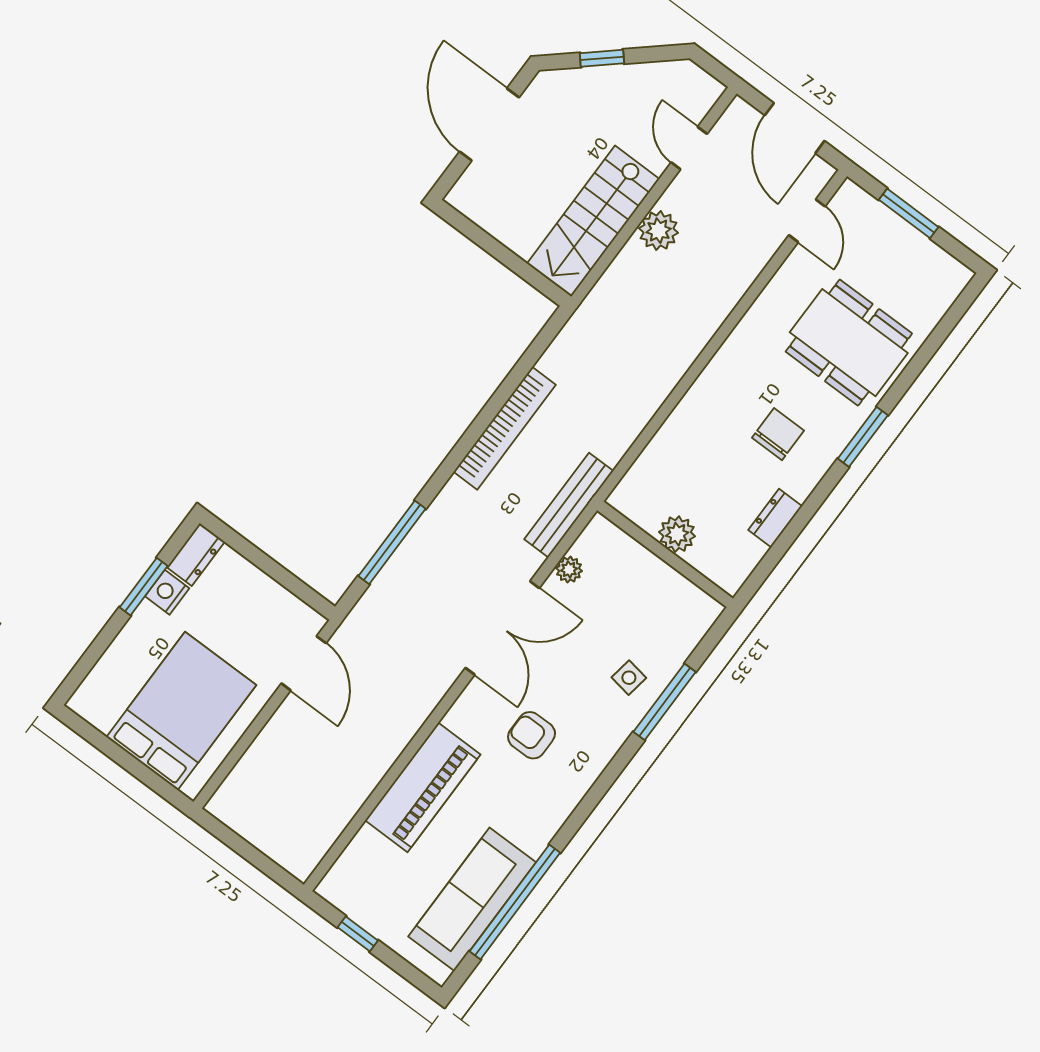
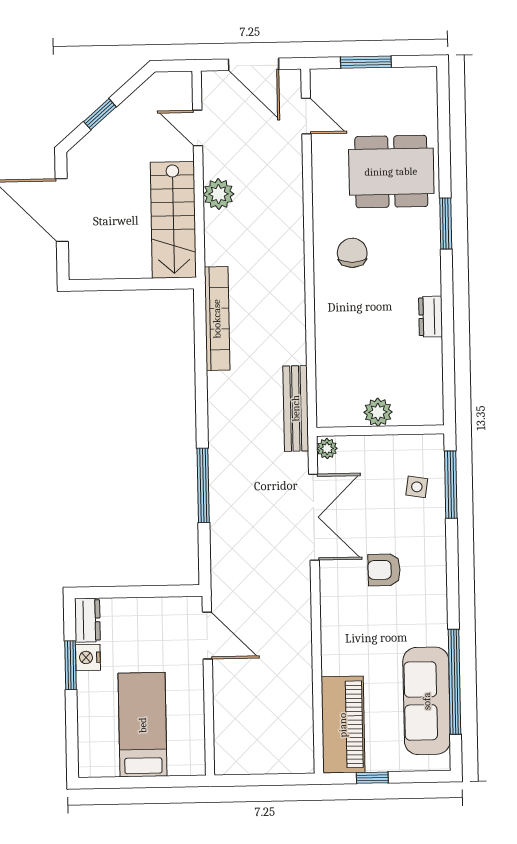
bookcase: (505, 428) -> (217, 319), moved
chair: (778, 434) -> (352, 253), moved
plant: (677, 534) -> (378, 412), moved
window: (392, 542) -> (203, 485), moved
wall: (665, 554) -> (380, 431), moved
bed: (181, 711) -> (143, 725), width x0.67
piano: (423, 787) -> (343, 725), moved

